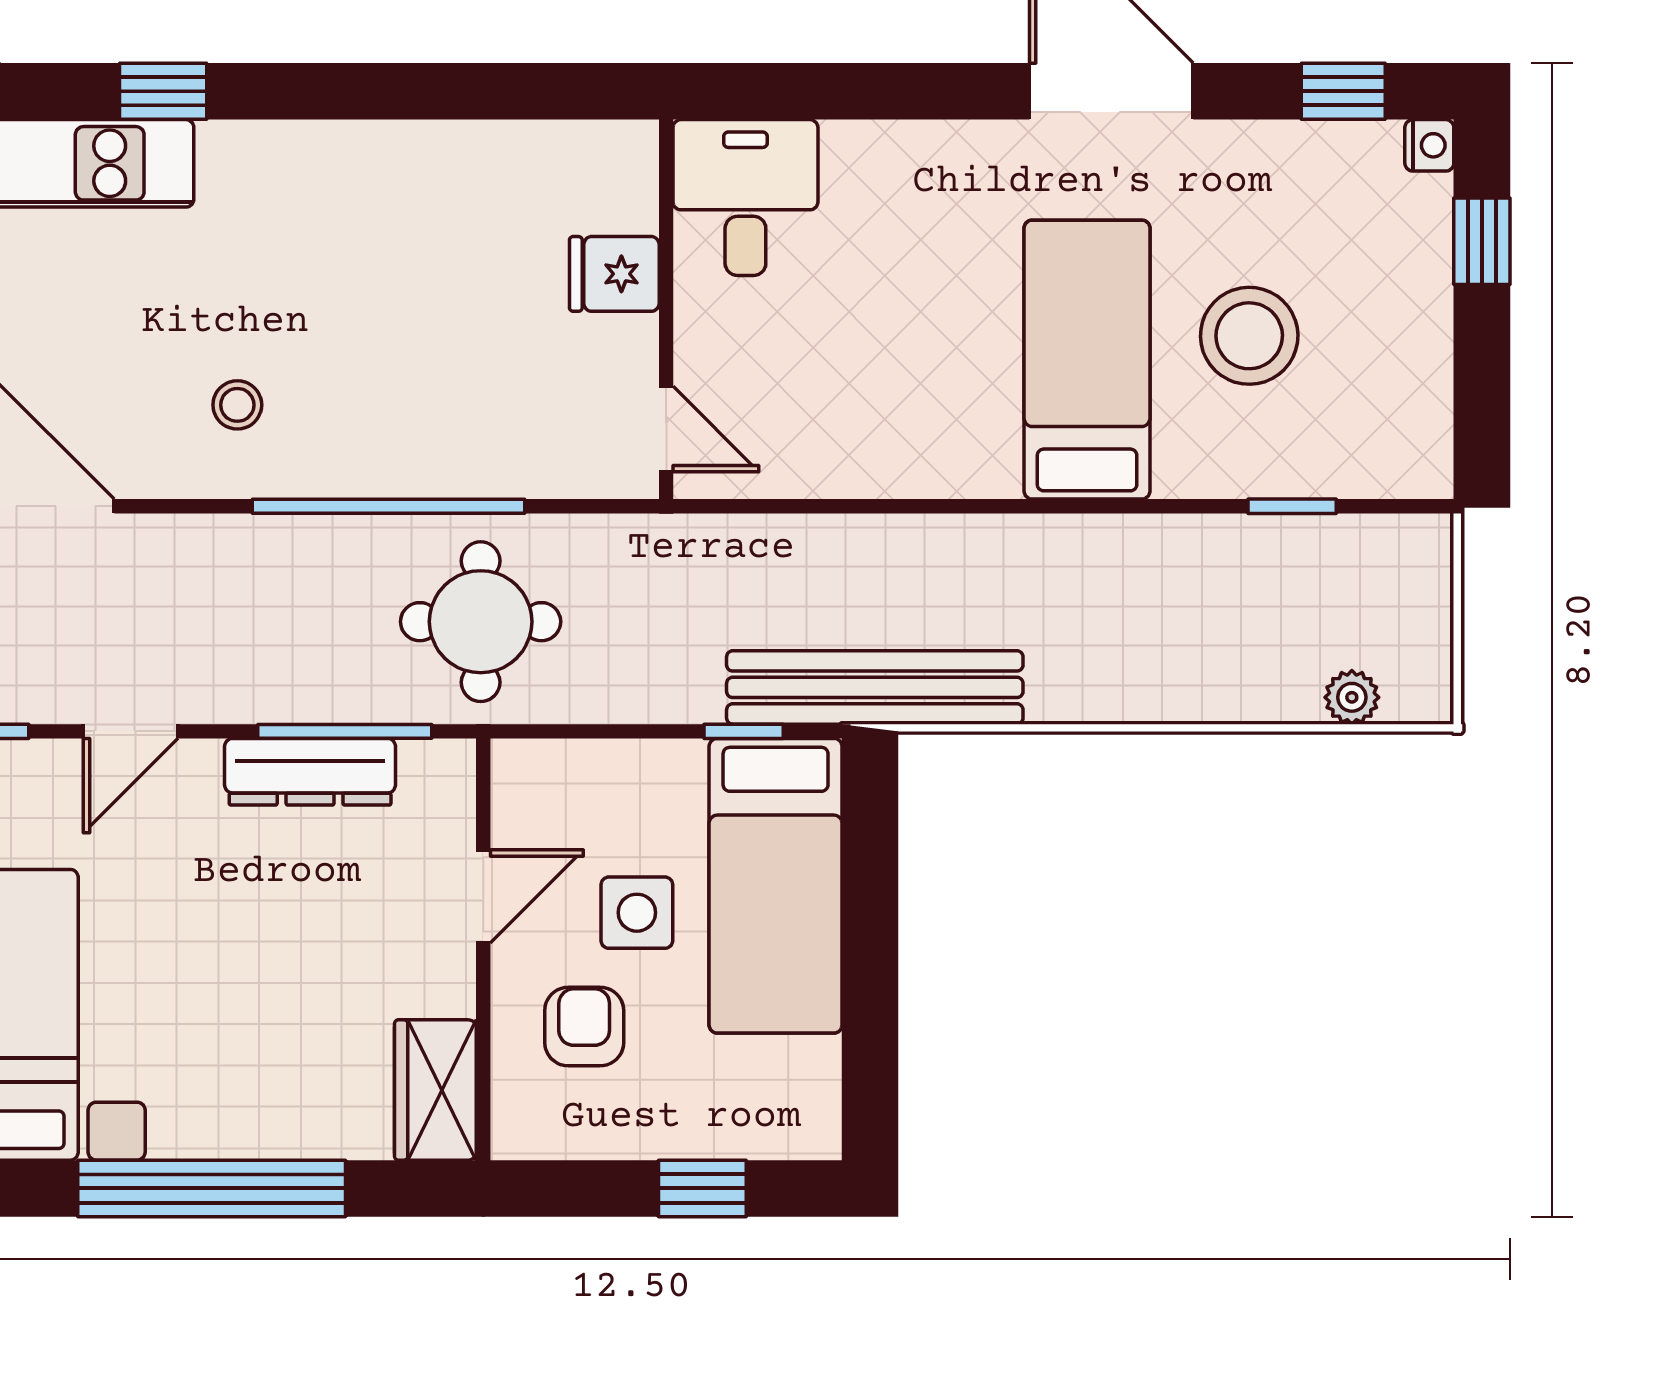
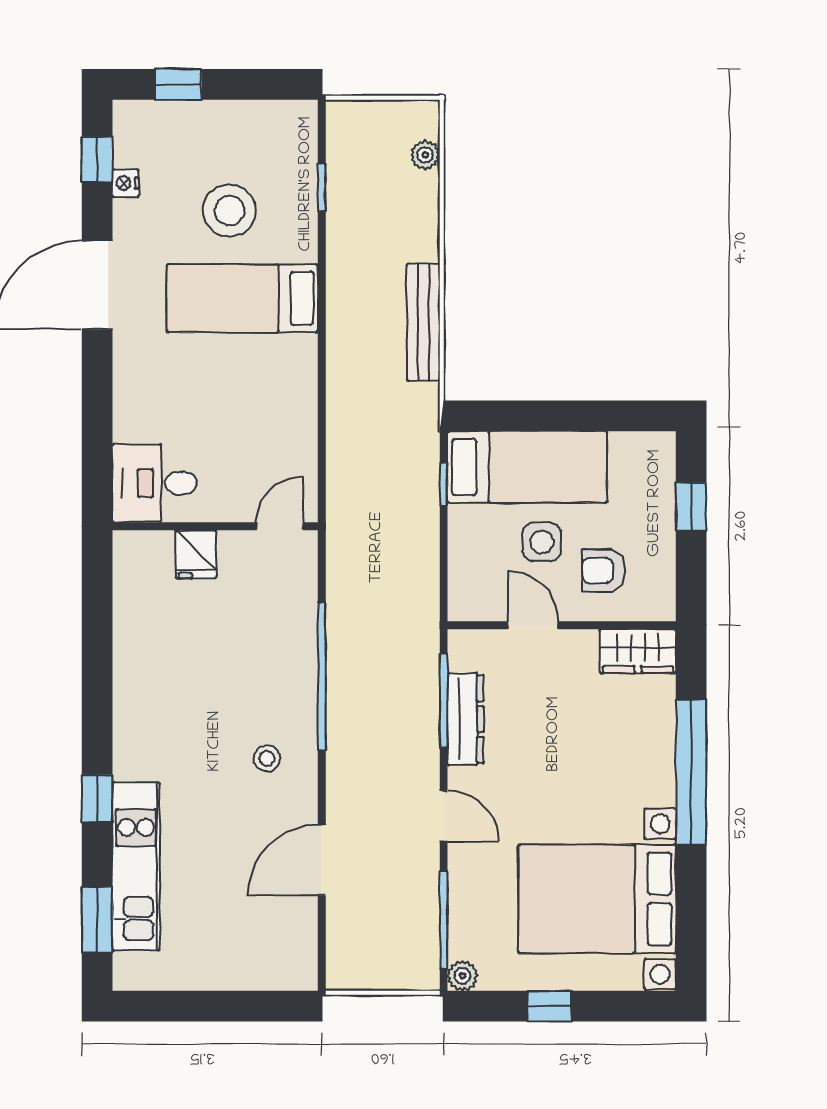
nightstand: (1429, 145) -> (125, 183), moved, turned -90
round table: (481, 622) -> (384, 627), removed
bench: (875, 687) -> (423, 322), moved, width x0.73, depth x0.82

